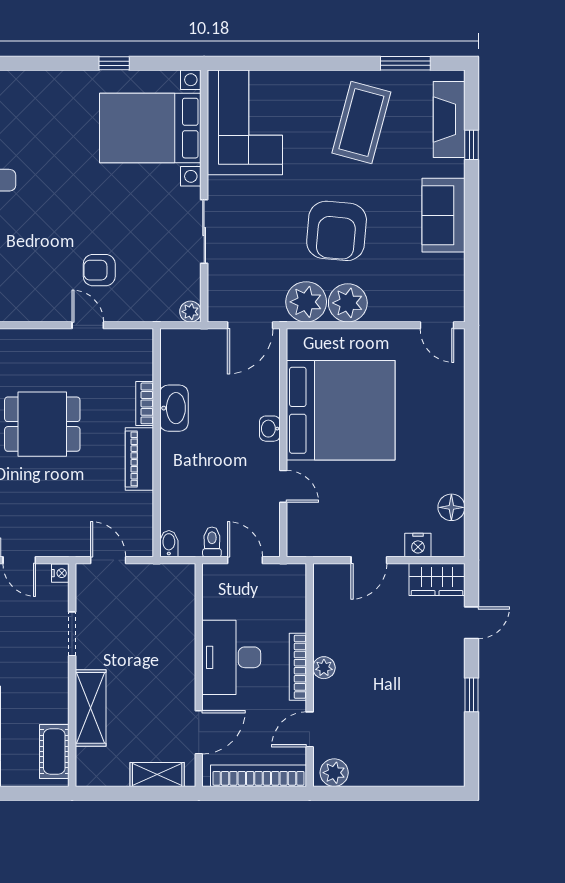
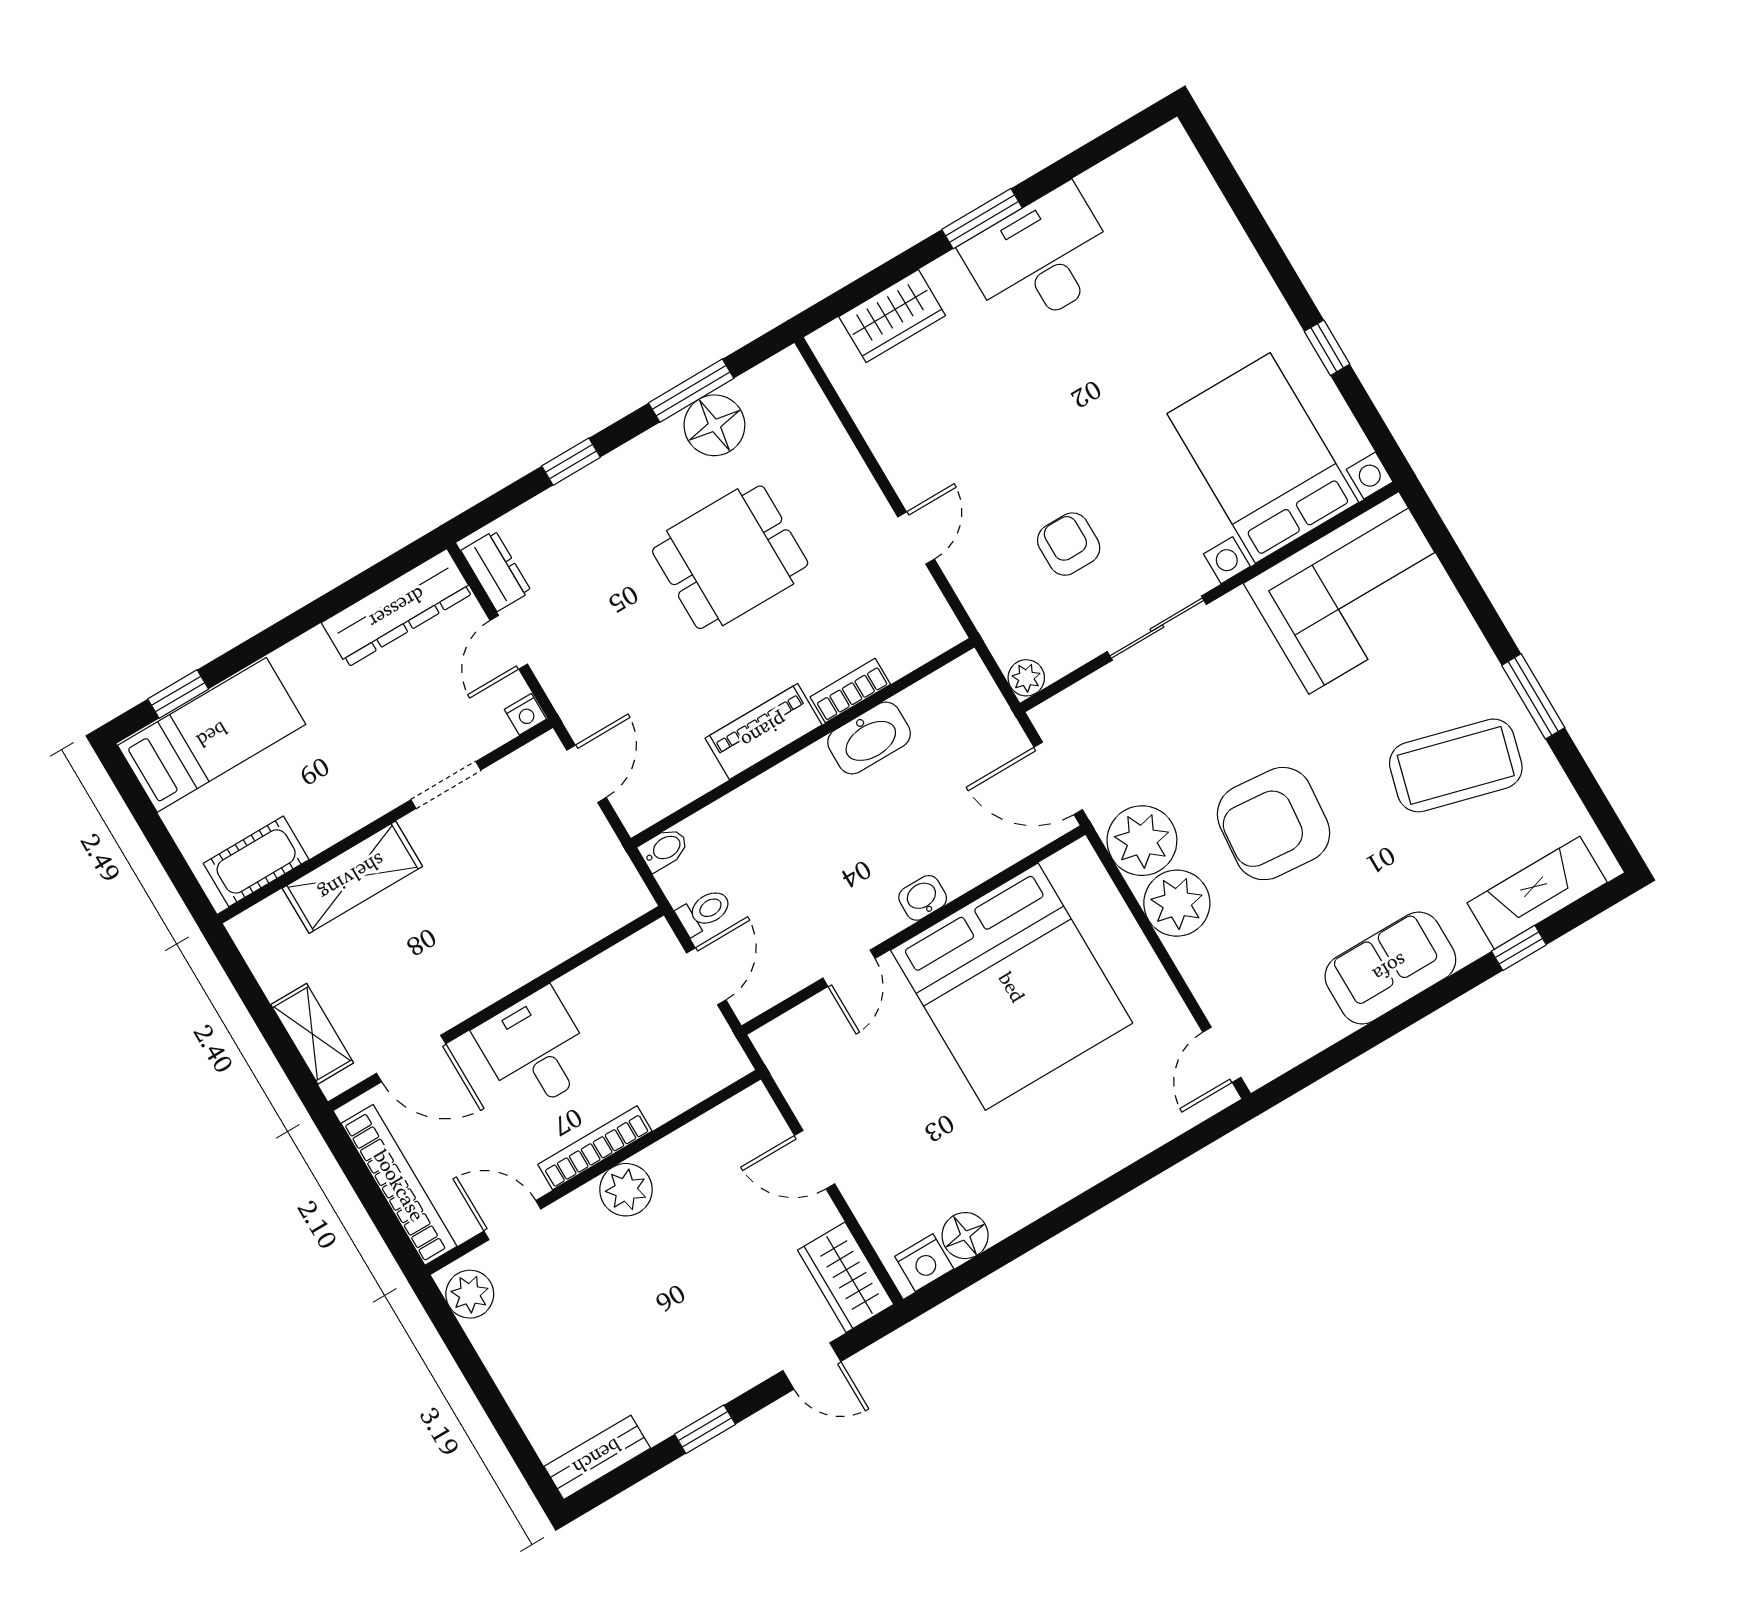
window: (405, 63) -> (1533, 696), moved
armchair: (99, 270) -> (1069, 544), moved
dining table: (42, 424) -> (730, 557), turned 90
nightstand: (418, 545) -> (924, 1263), moved, turned -90
desk: (231, 657) -> (535, 1050), width x0.73
plant: (324, 668) -> (626, 1190), width x1.38, depth x1.38
bench: (454, 757) -> (597, 1457), added

